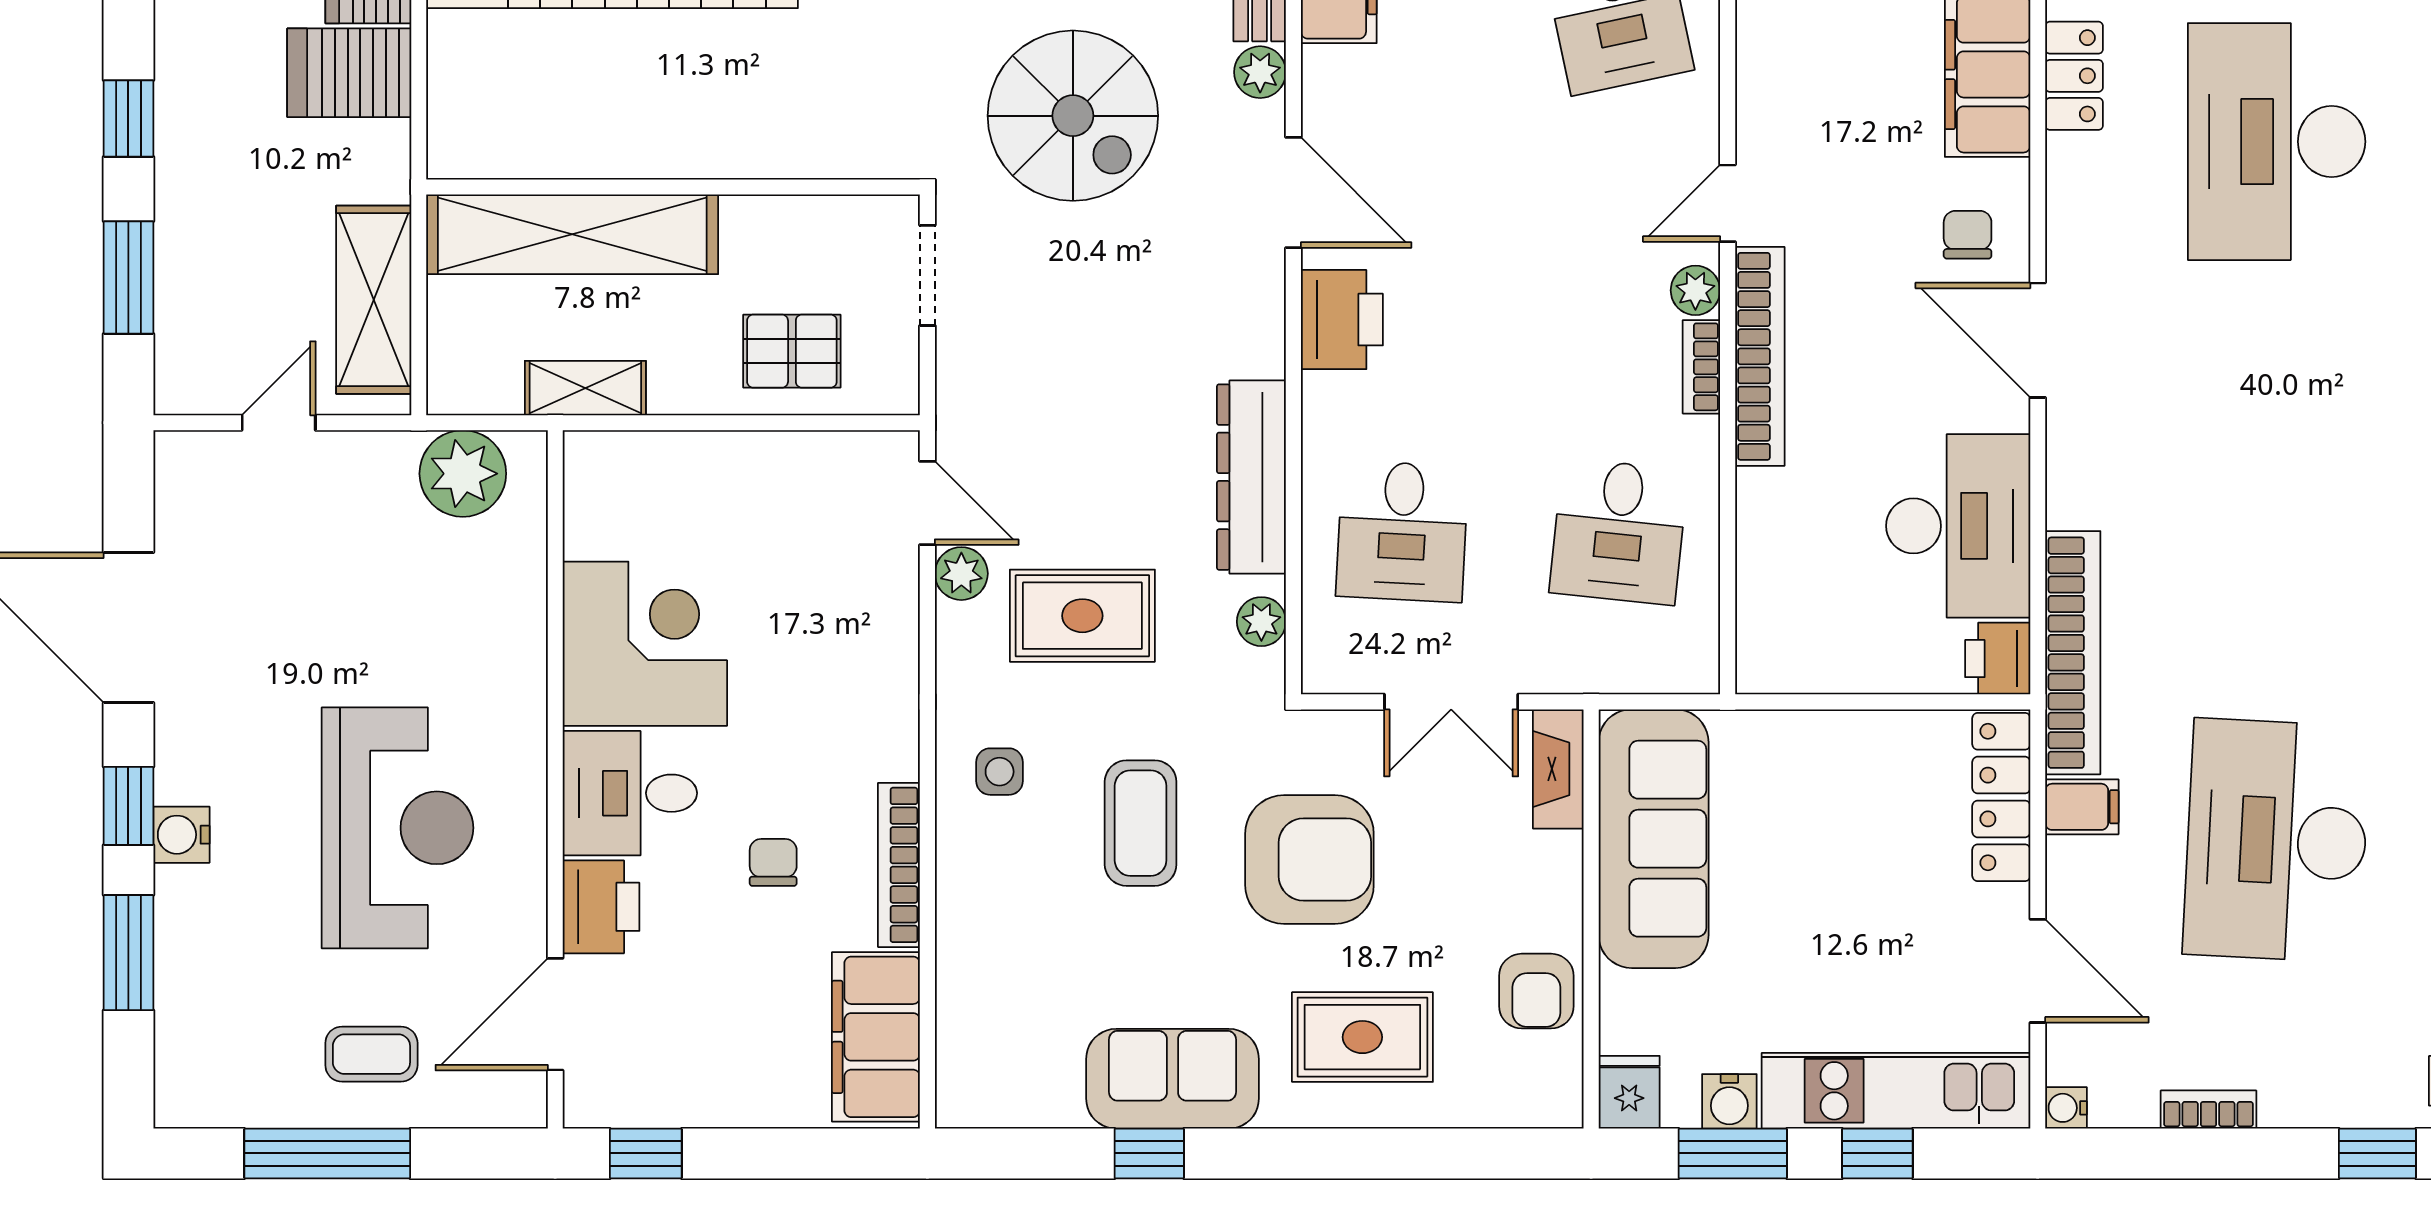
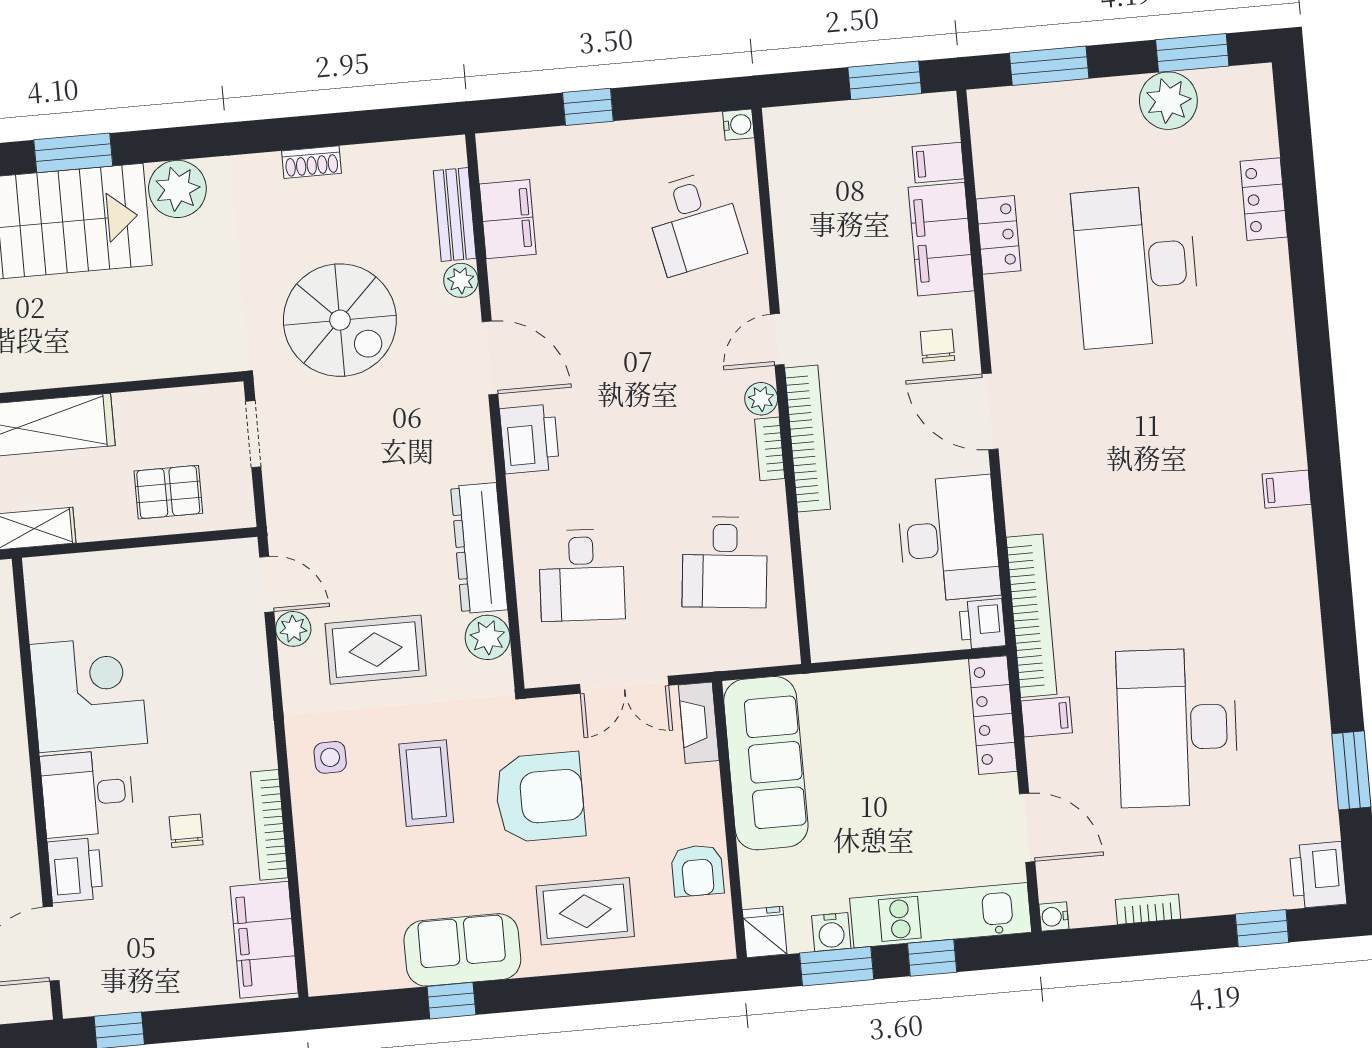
plant: (1261, 622) -> (488, 637), width x1.38, depth x1.38

